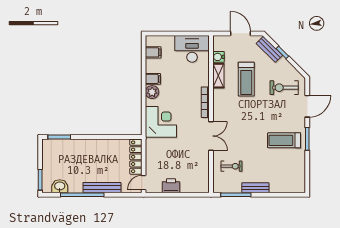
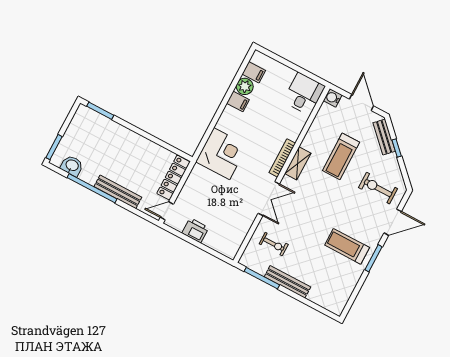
desk: (192, 49) -> (304, 94), width x0.73
water cooler: (218, 57) -> (333, 98), moved
shelving: (218, 76) -> (298, 163), moved
plant: (152, 92) -> (245, 86), moved
bench: (255, 188) -> (287, 282), width x1.36

